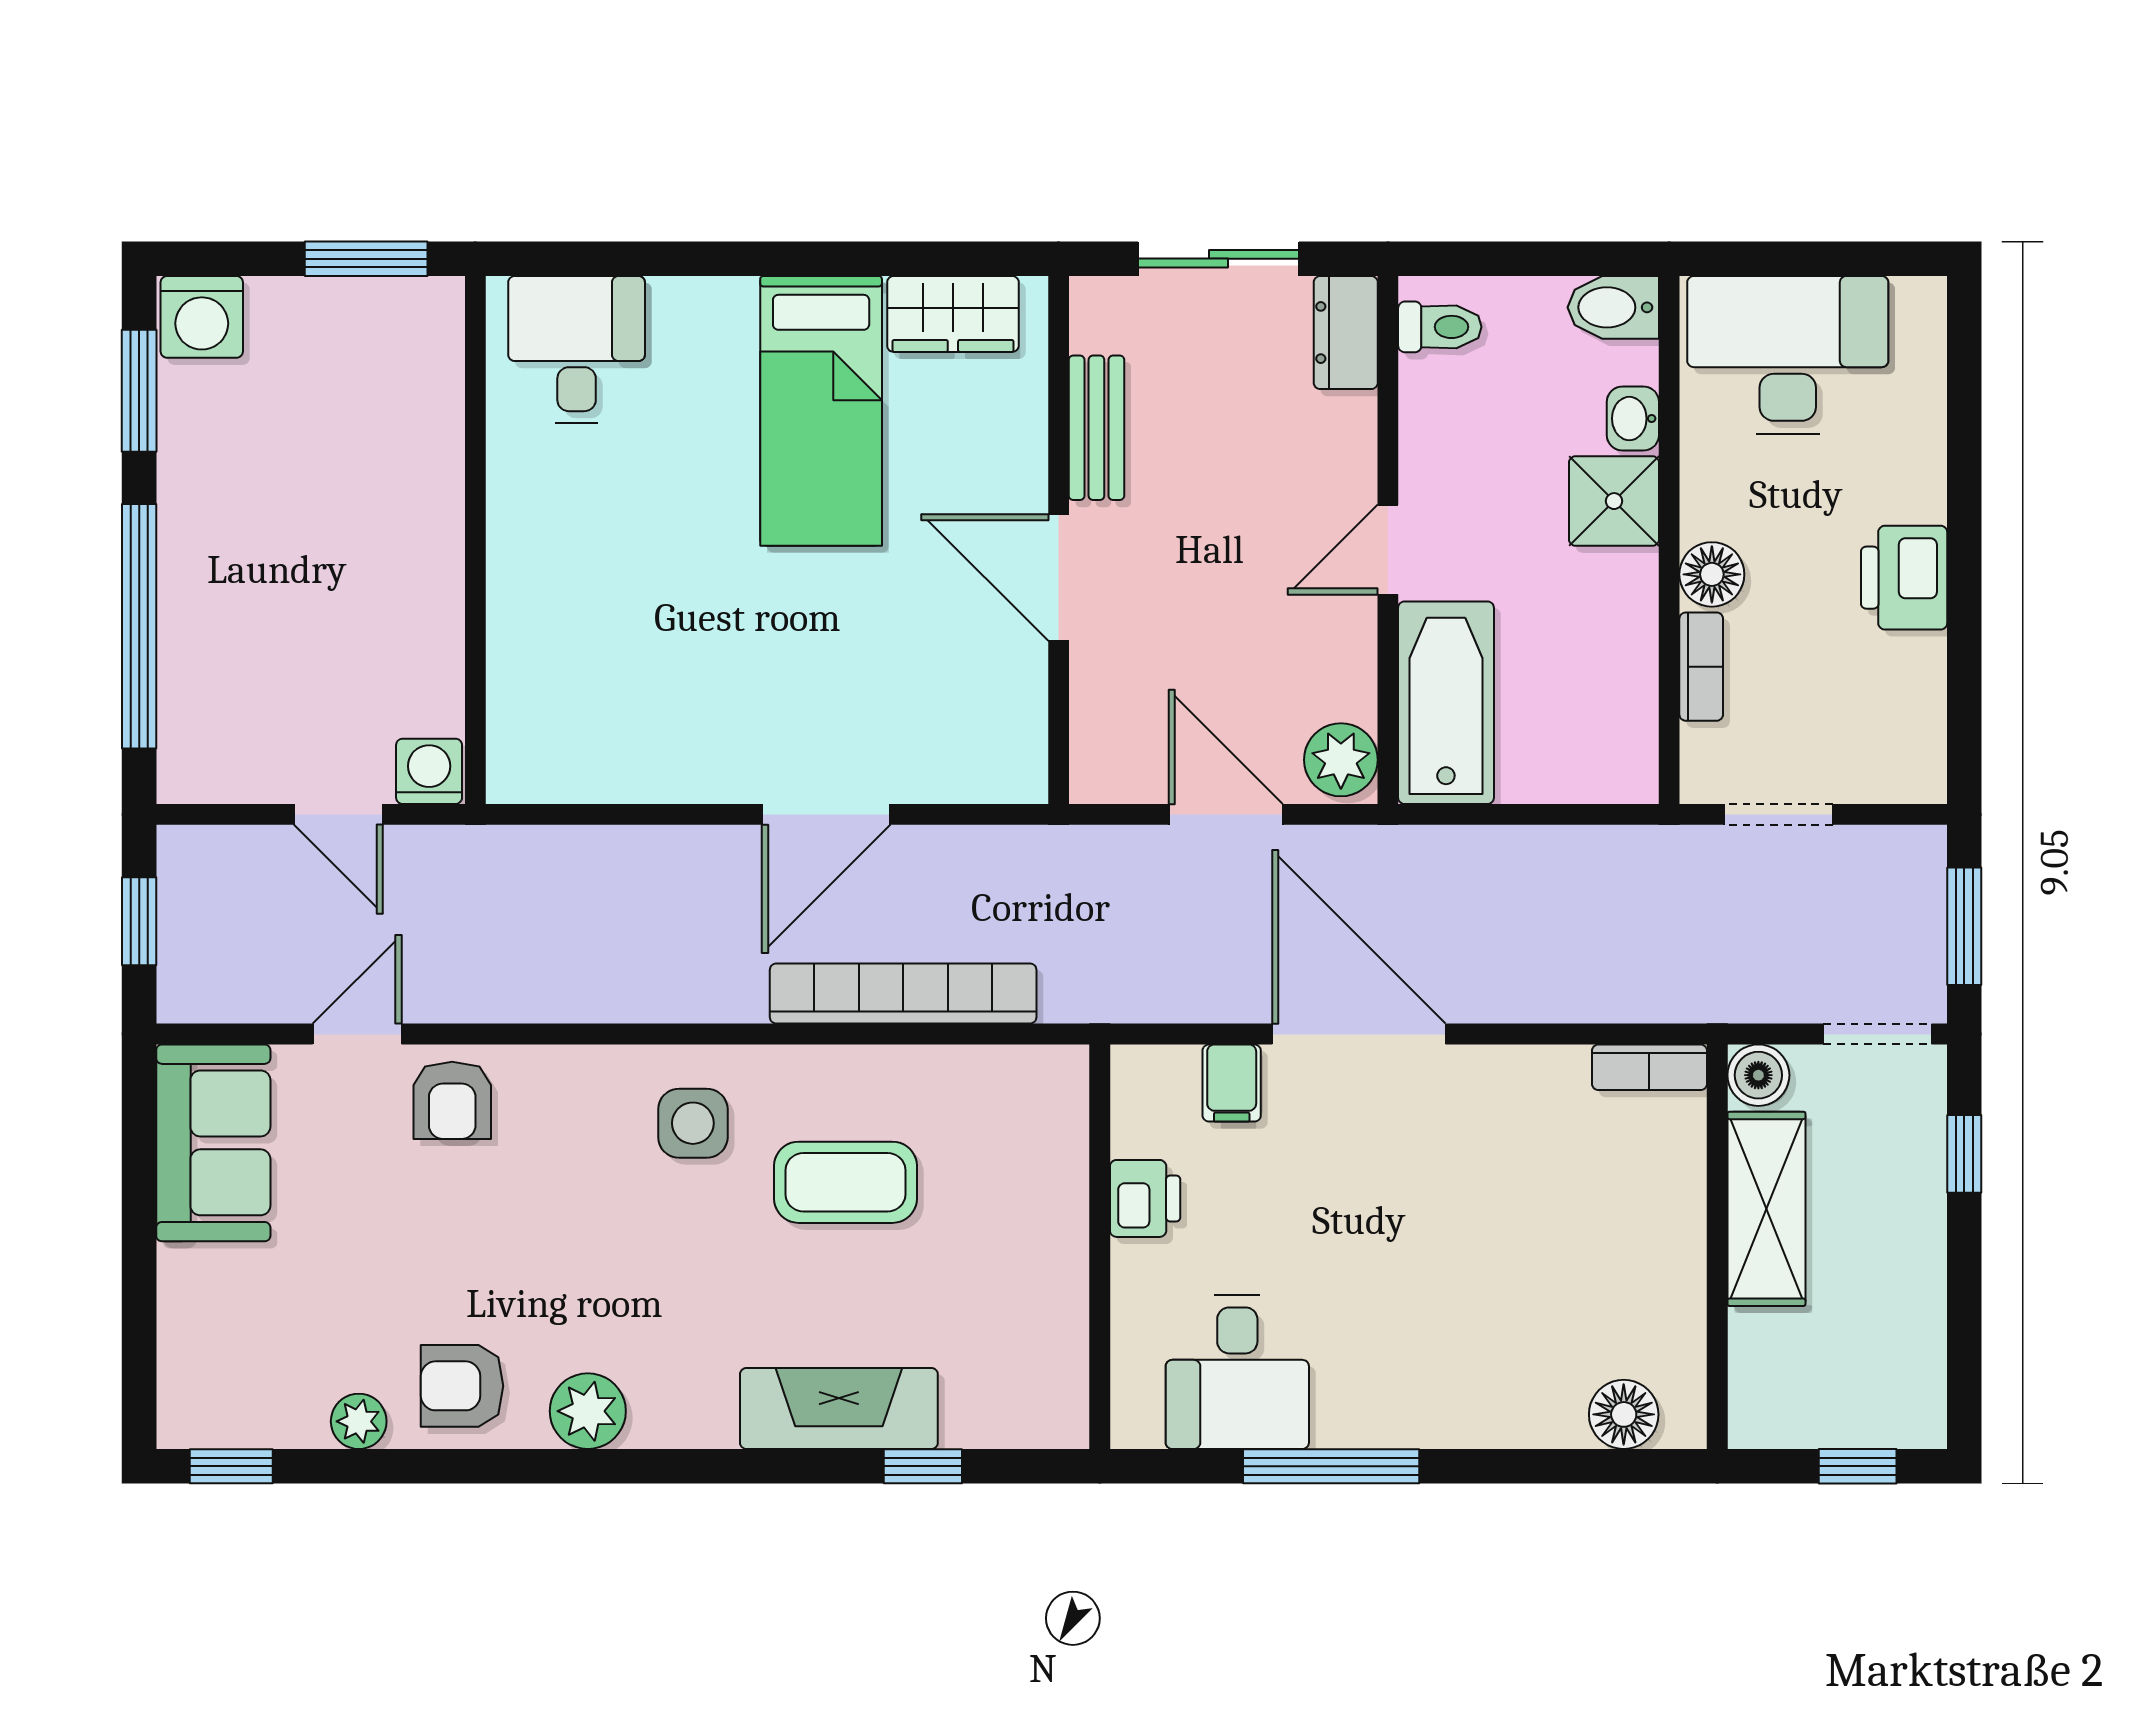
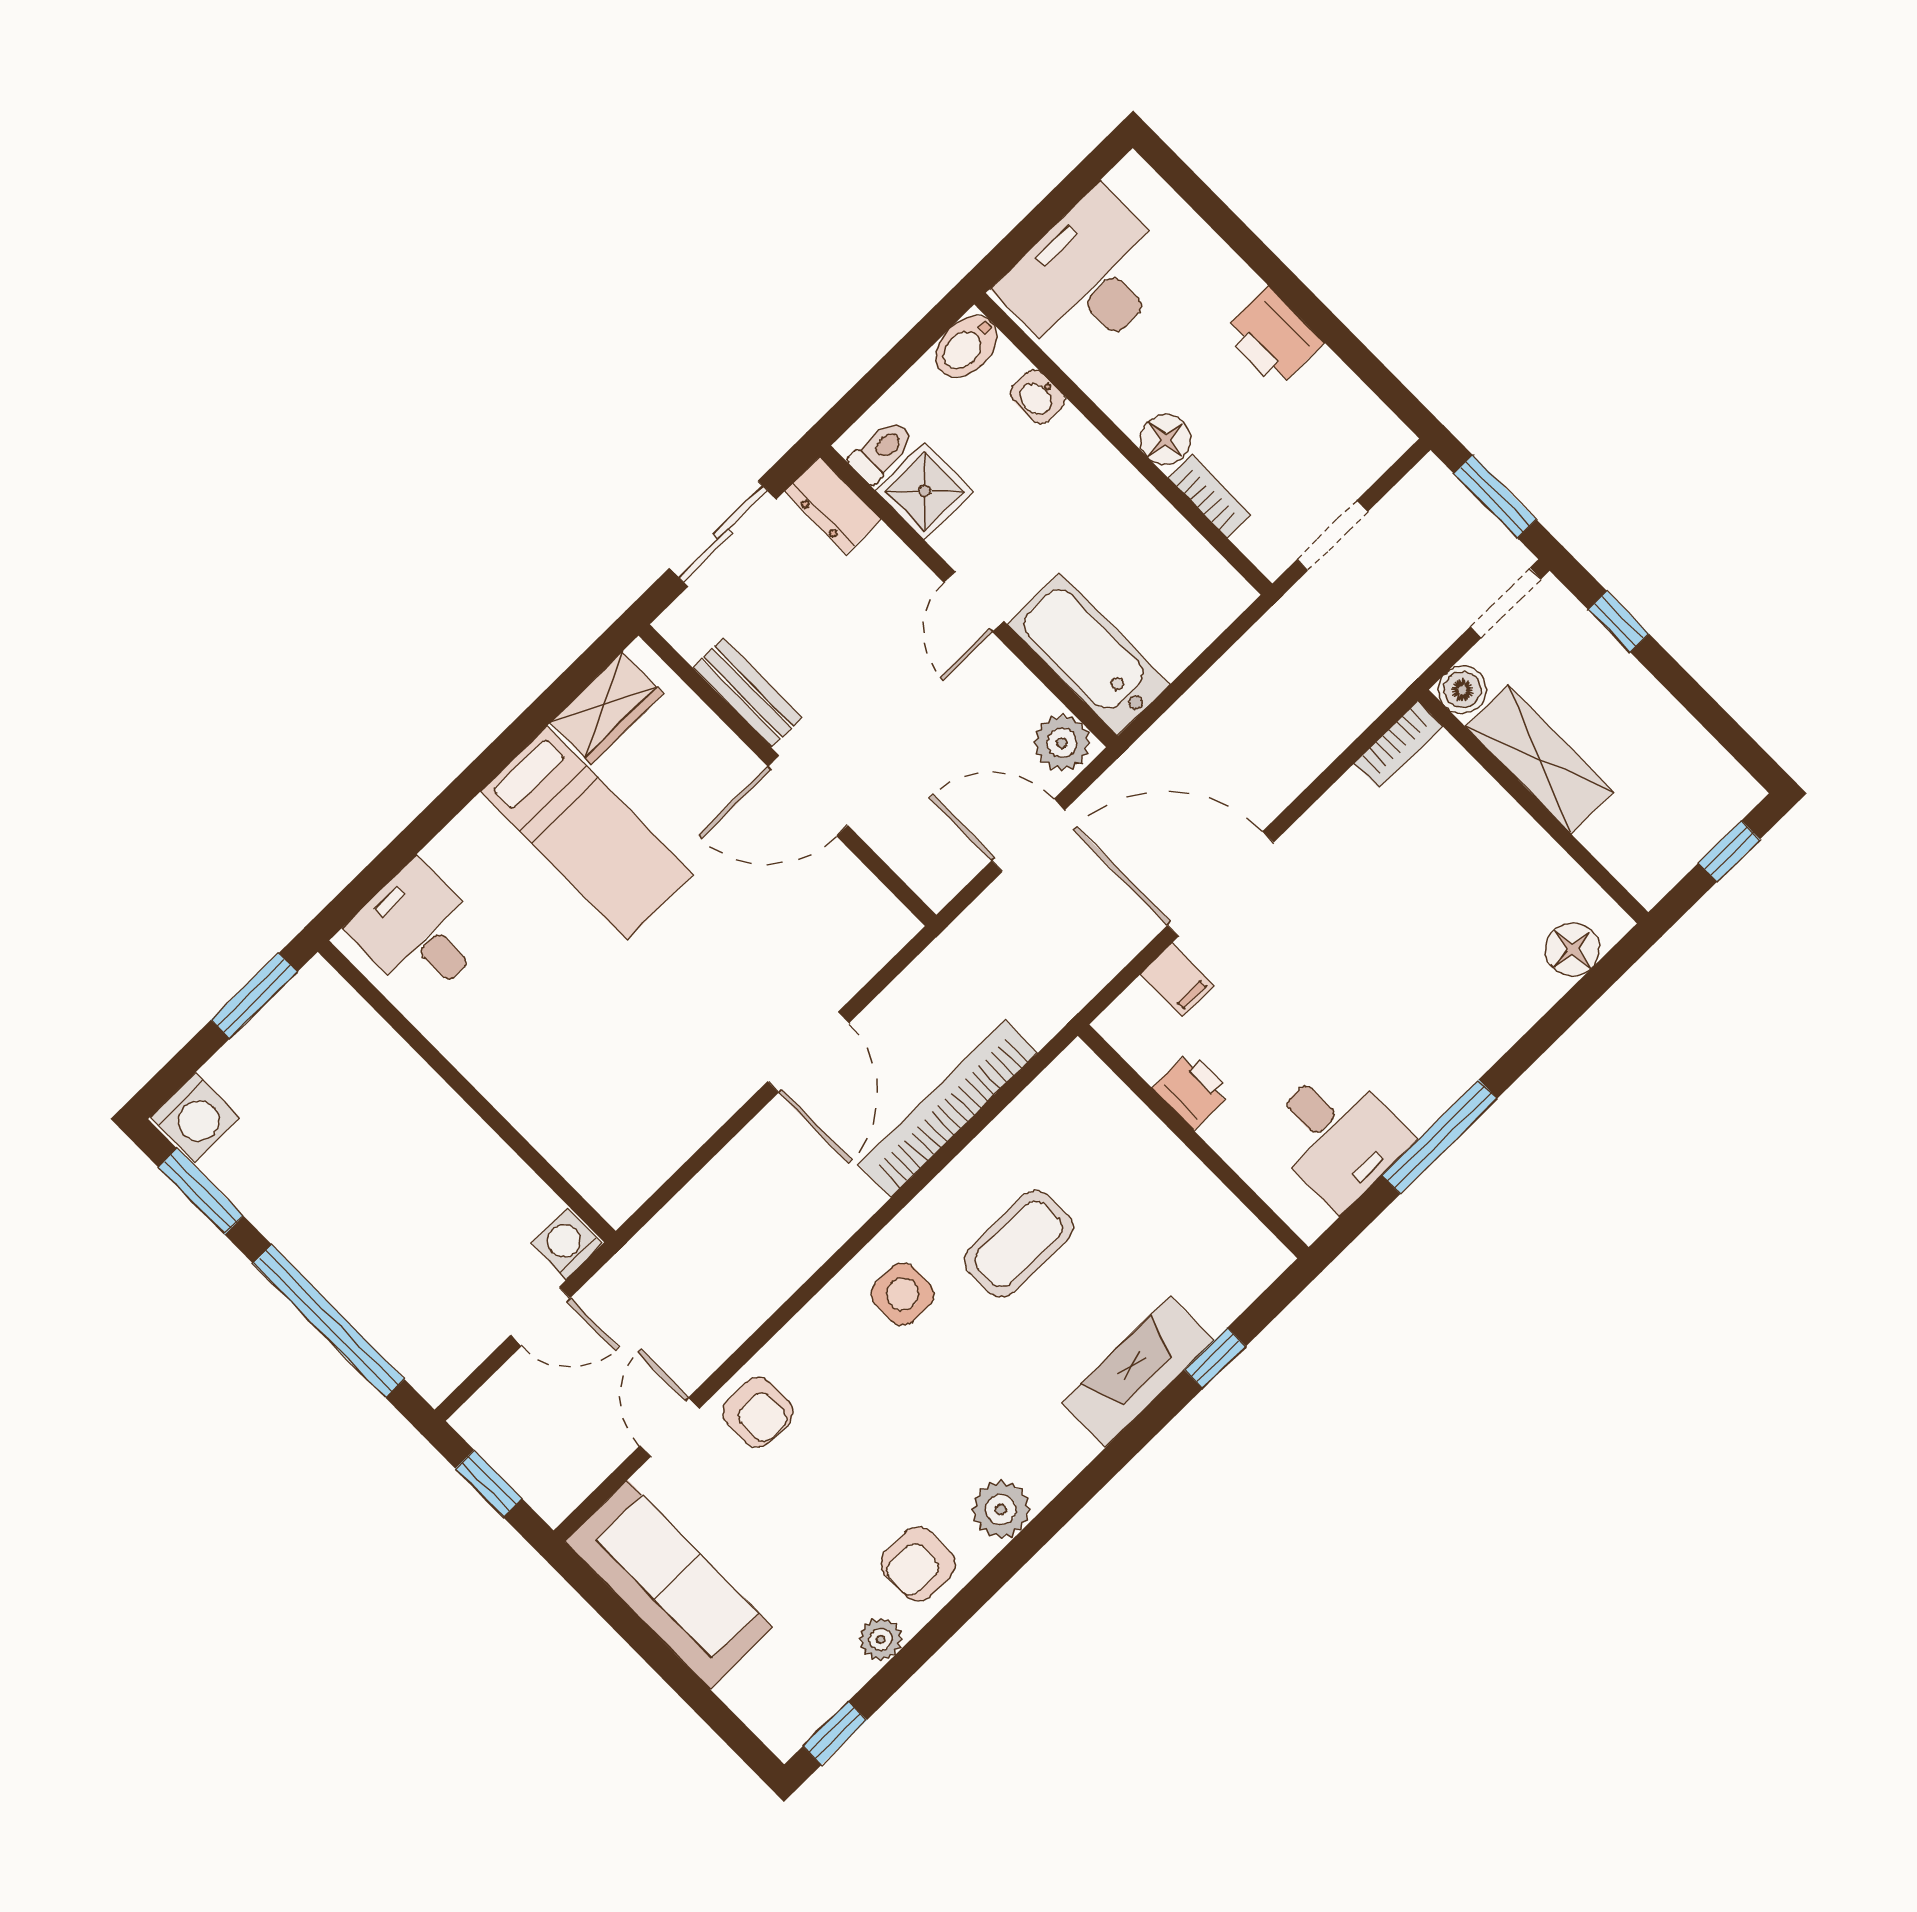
shower: (1614, 501) -> (925, 491), moved
sofa: (213, 1143) -> (669, 1585), width x1.36

